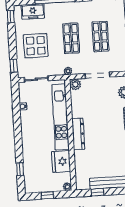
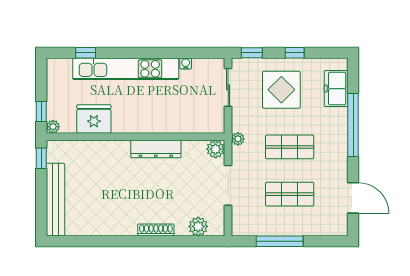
window: (11, 17) -> (295, 53), moved
kitchen unit: (60, 117) -> (126, 69), moved, turned 180
dresser: (78, 134) -> (156, 149), moved
window: (98, 192) -> (41, 158), moved
window: (47, 195) -> (41, 112), moved

